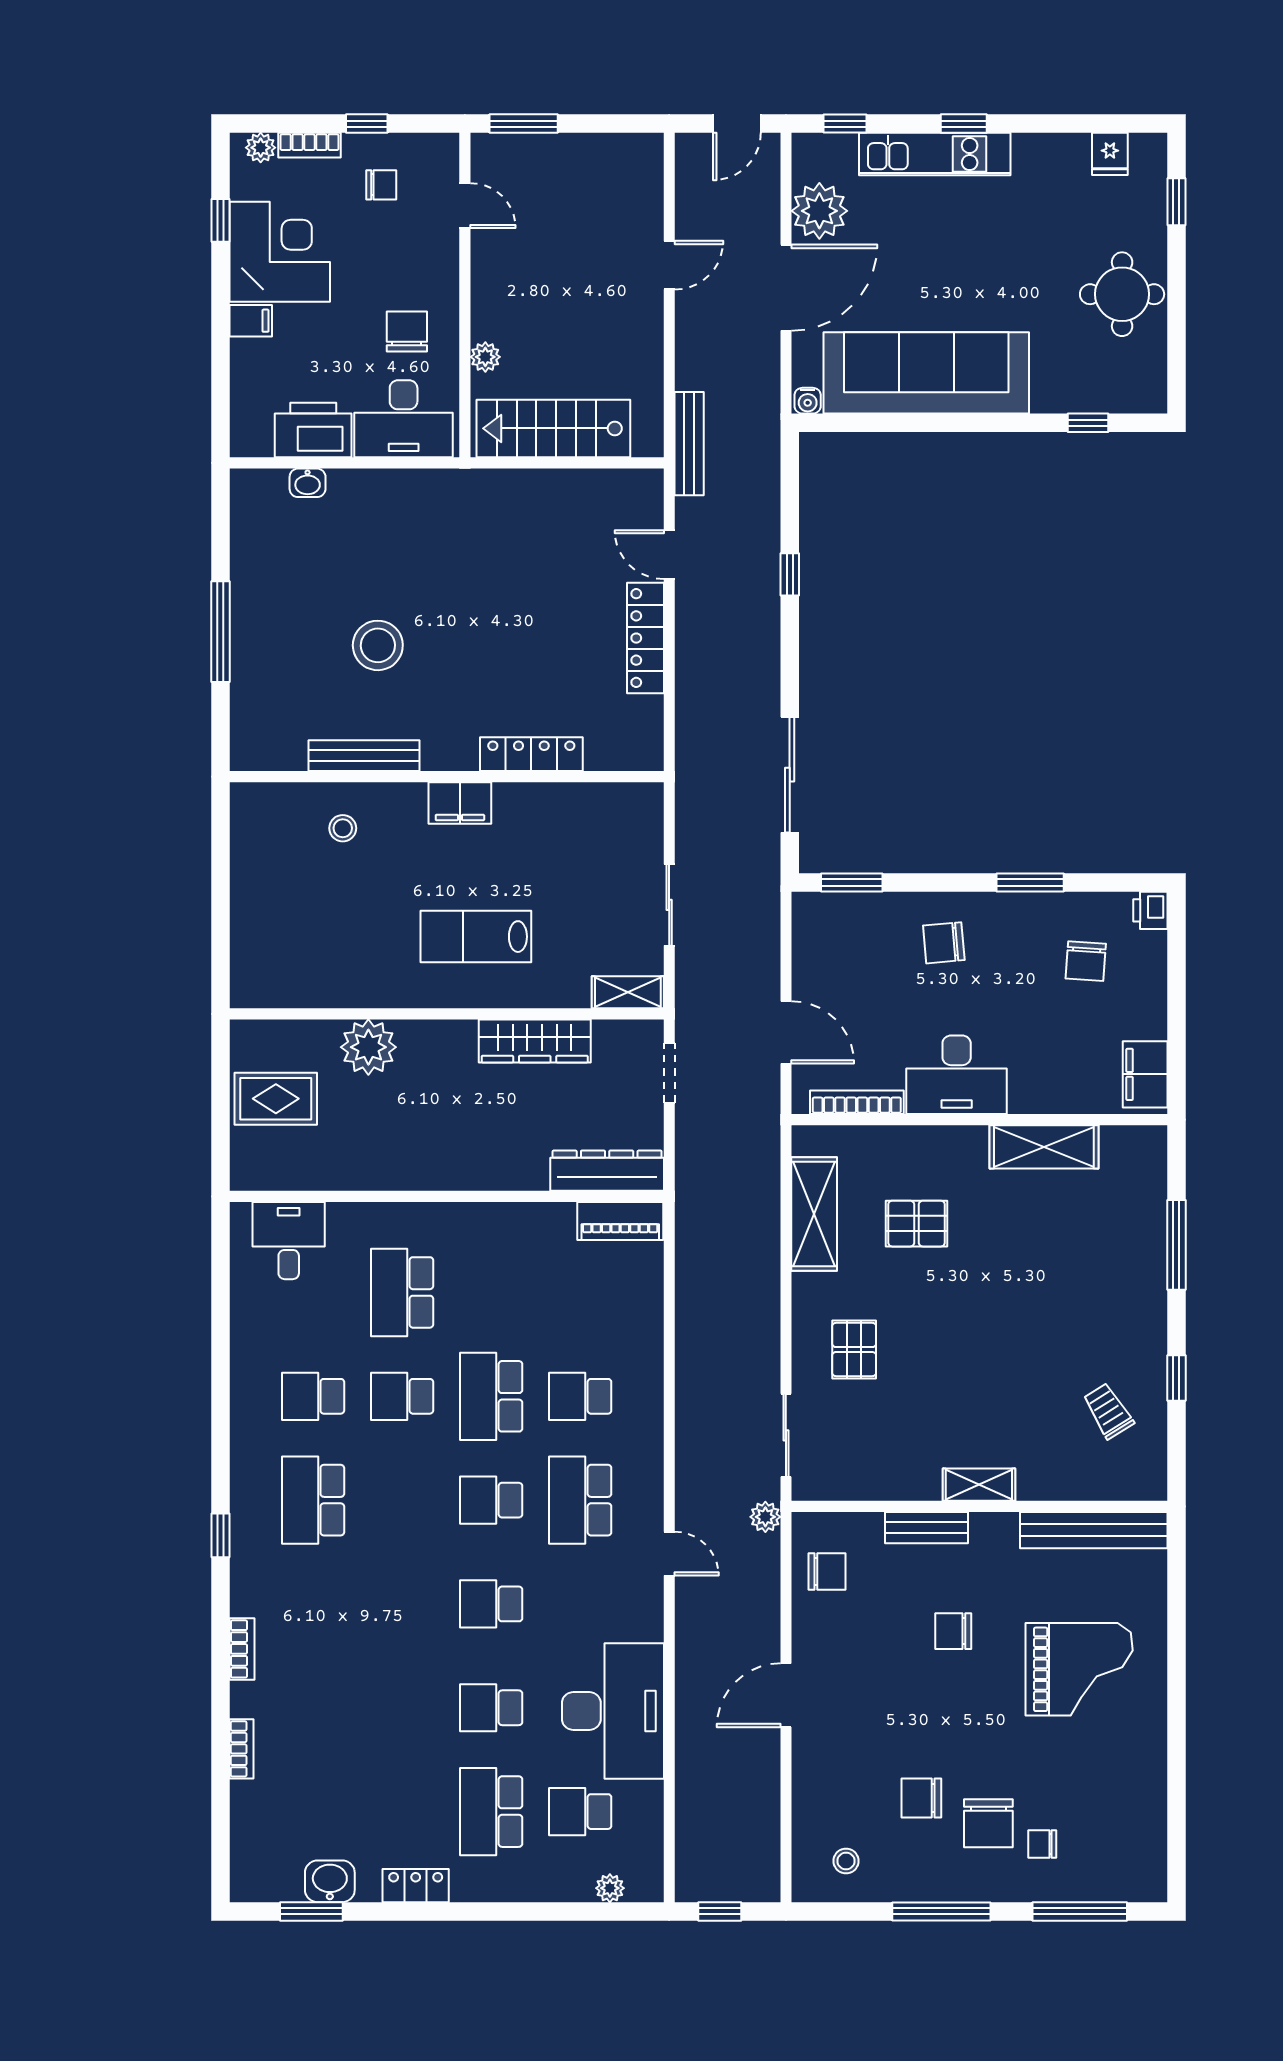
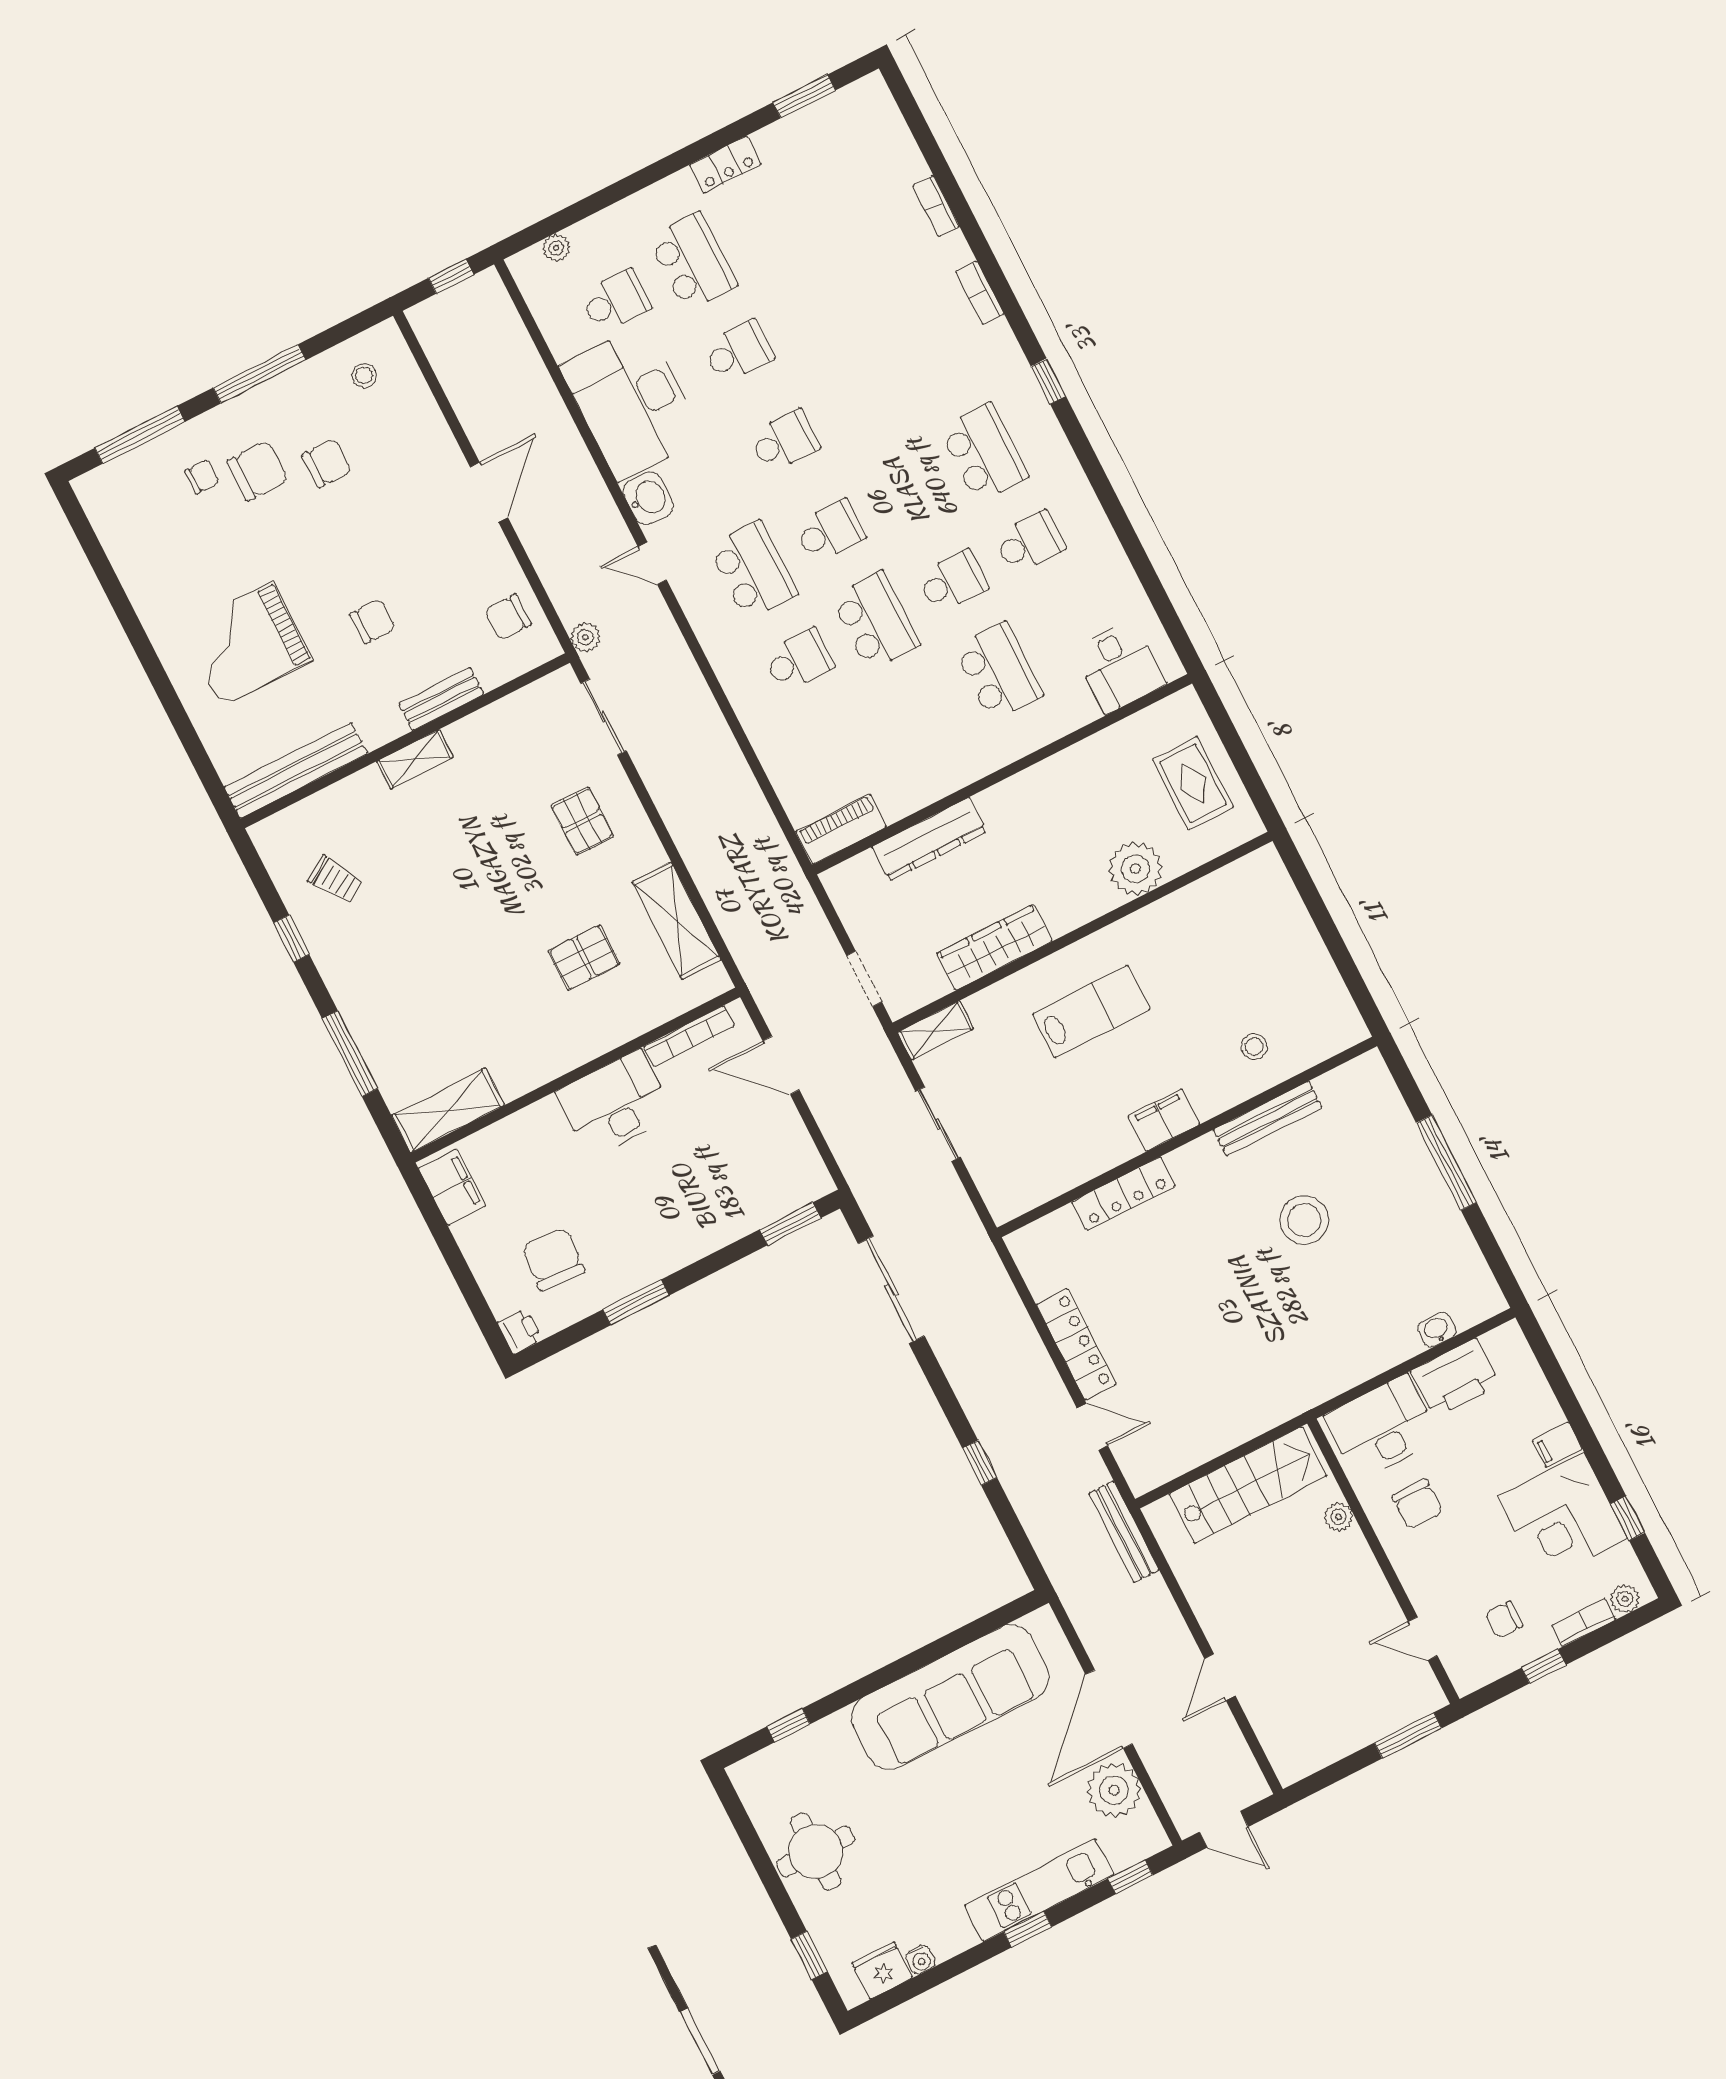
door: (737, 124) -> (1224, 1829), swing flipped
fridge: (1110, 154) -> (882, 1970), width x1.38
water cooler: (808, 401) -> (921, 1960), moved, turned 180
chair: (944, 943) -> (684, 1212), removed
chair: (1086, 961) -> (553, 1259), width x1.37, depth x1.37
rug: (276, 1099) -> (1193, 783), turned 90
shelving: (1044, 1147) -> (448, 1110), moved
dresser: (607, 1171) -> (929, 839), moved
chair: (988, 1823) -> (258, 471), turned 90
washbasin: (330, 1881) -> (648, 498), moved, turned -90

